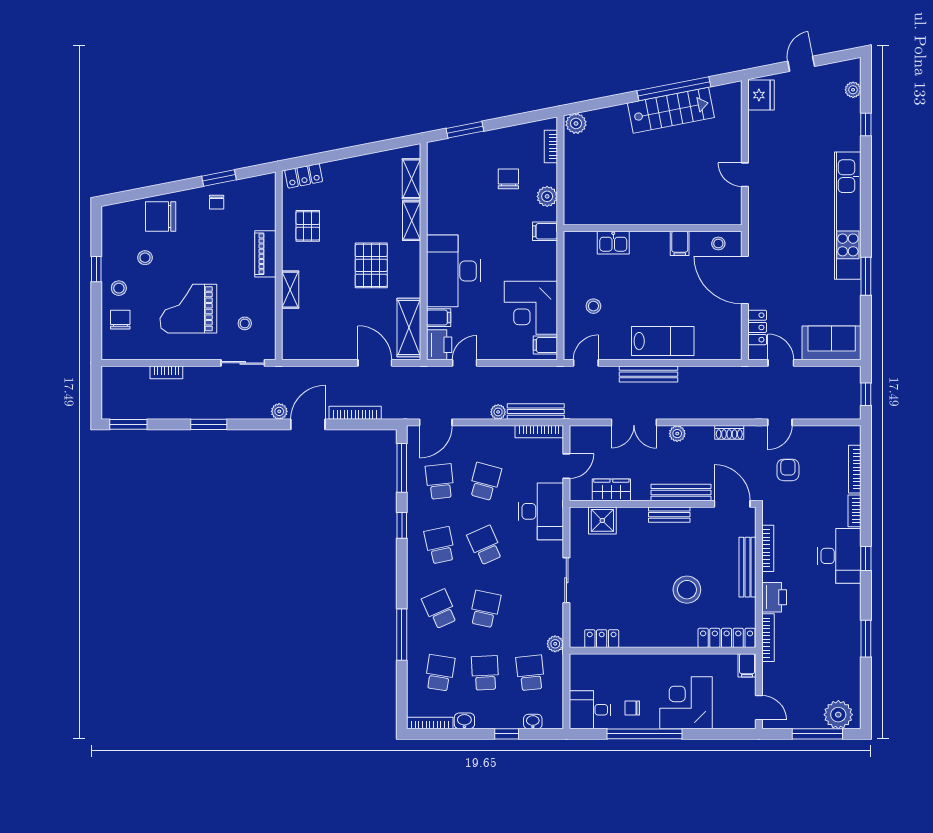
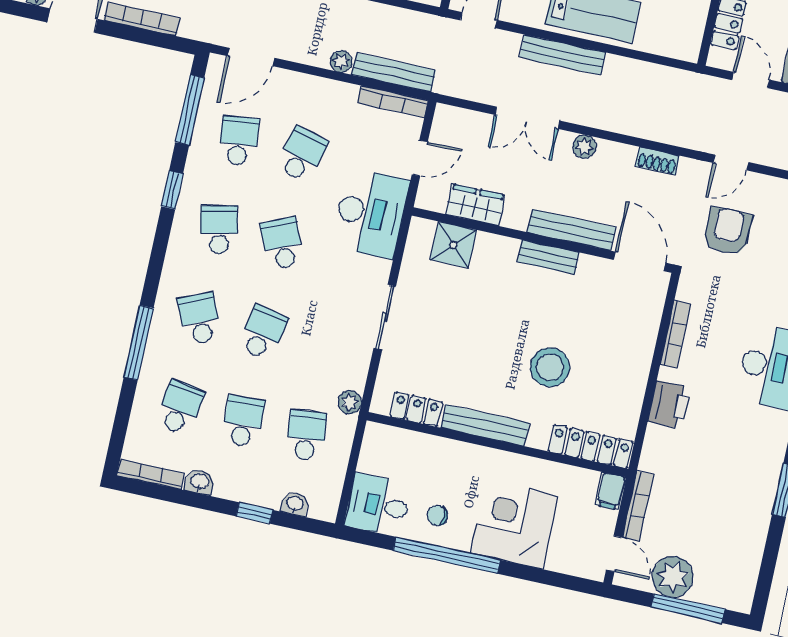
armchair: (788, 470) -> (728, 231), width x1.38, depth x1.38
bench: (747, 567) -> (485, 425), moved, turned 90
bookcase: (768, 638) -> (638, 506), moved
plant: (838, 715) -> (673, 577), moved

